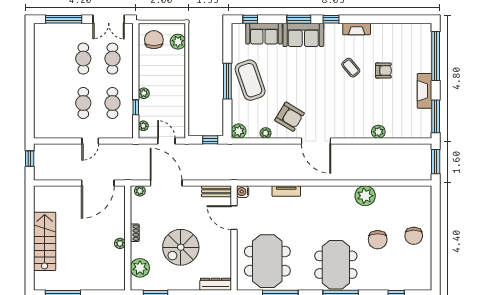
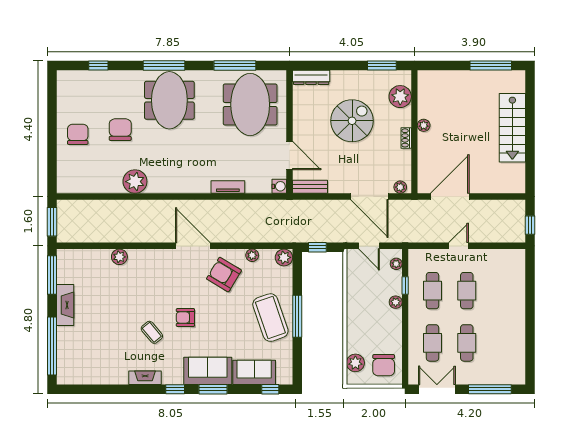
armchair: (383, 70) -> (185, 317), moved

